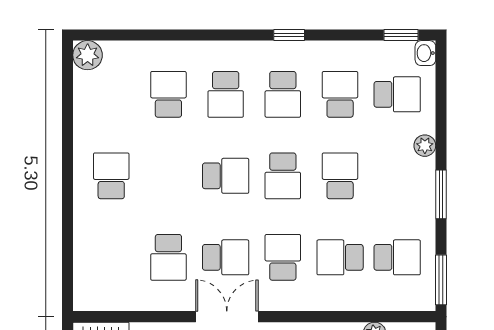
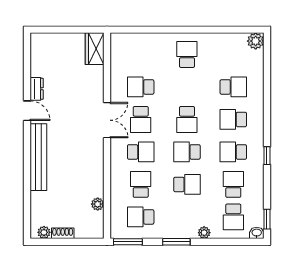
school desk: (340, 94) -> (233, 184), turned -90
school desk: (111, 176) -> (187, 54), turned -90
school desk: (397, 257) -> (141, 217), turned 90

